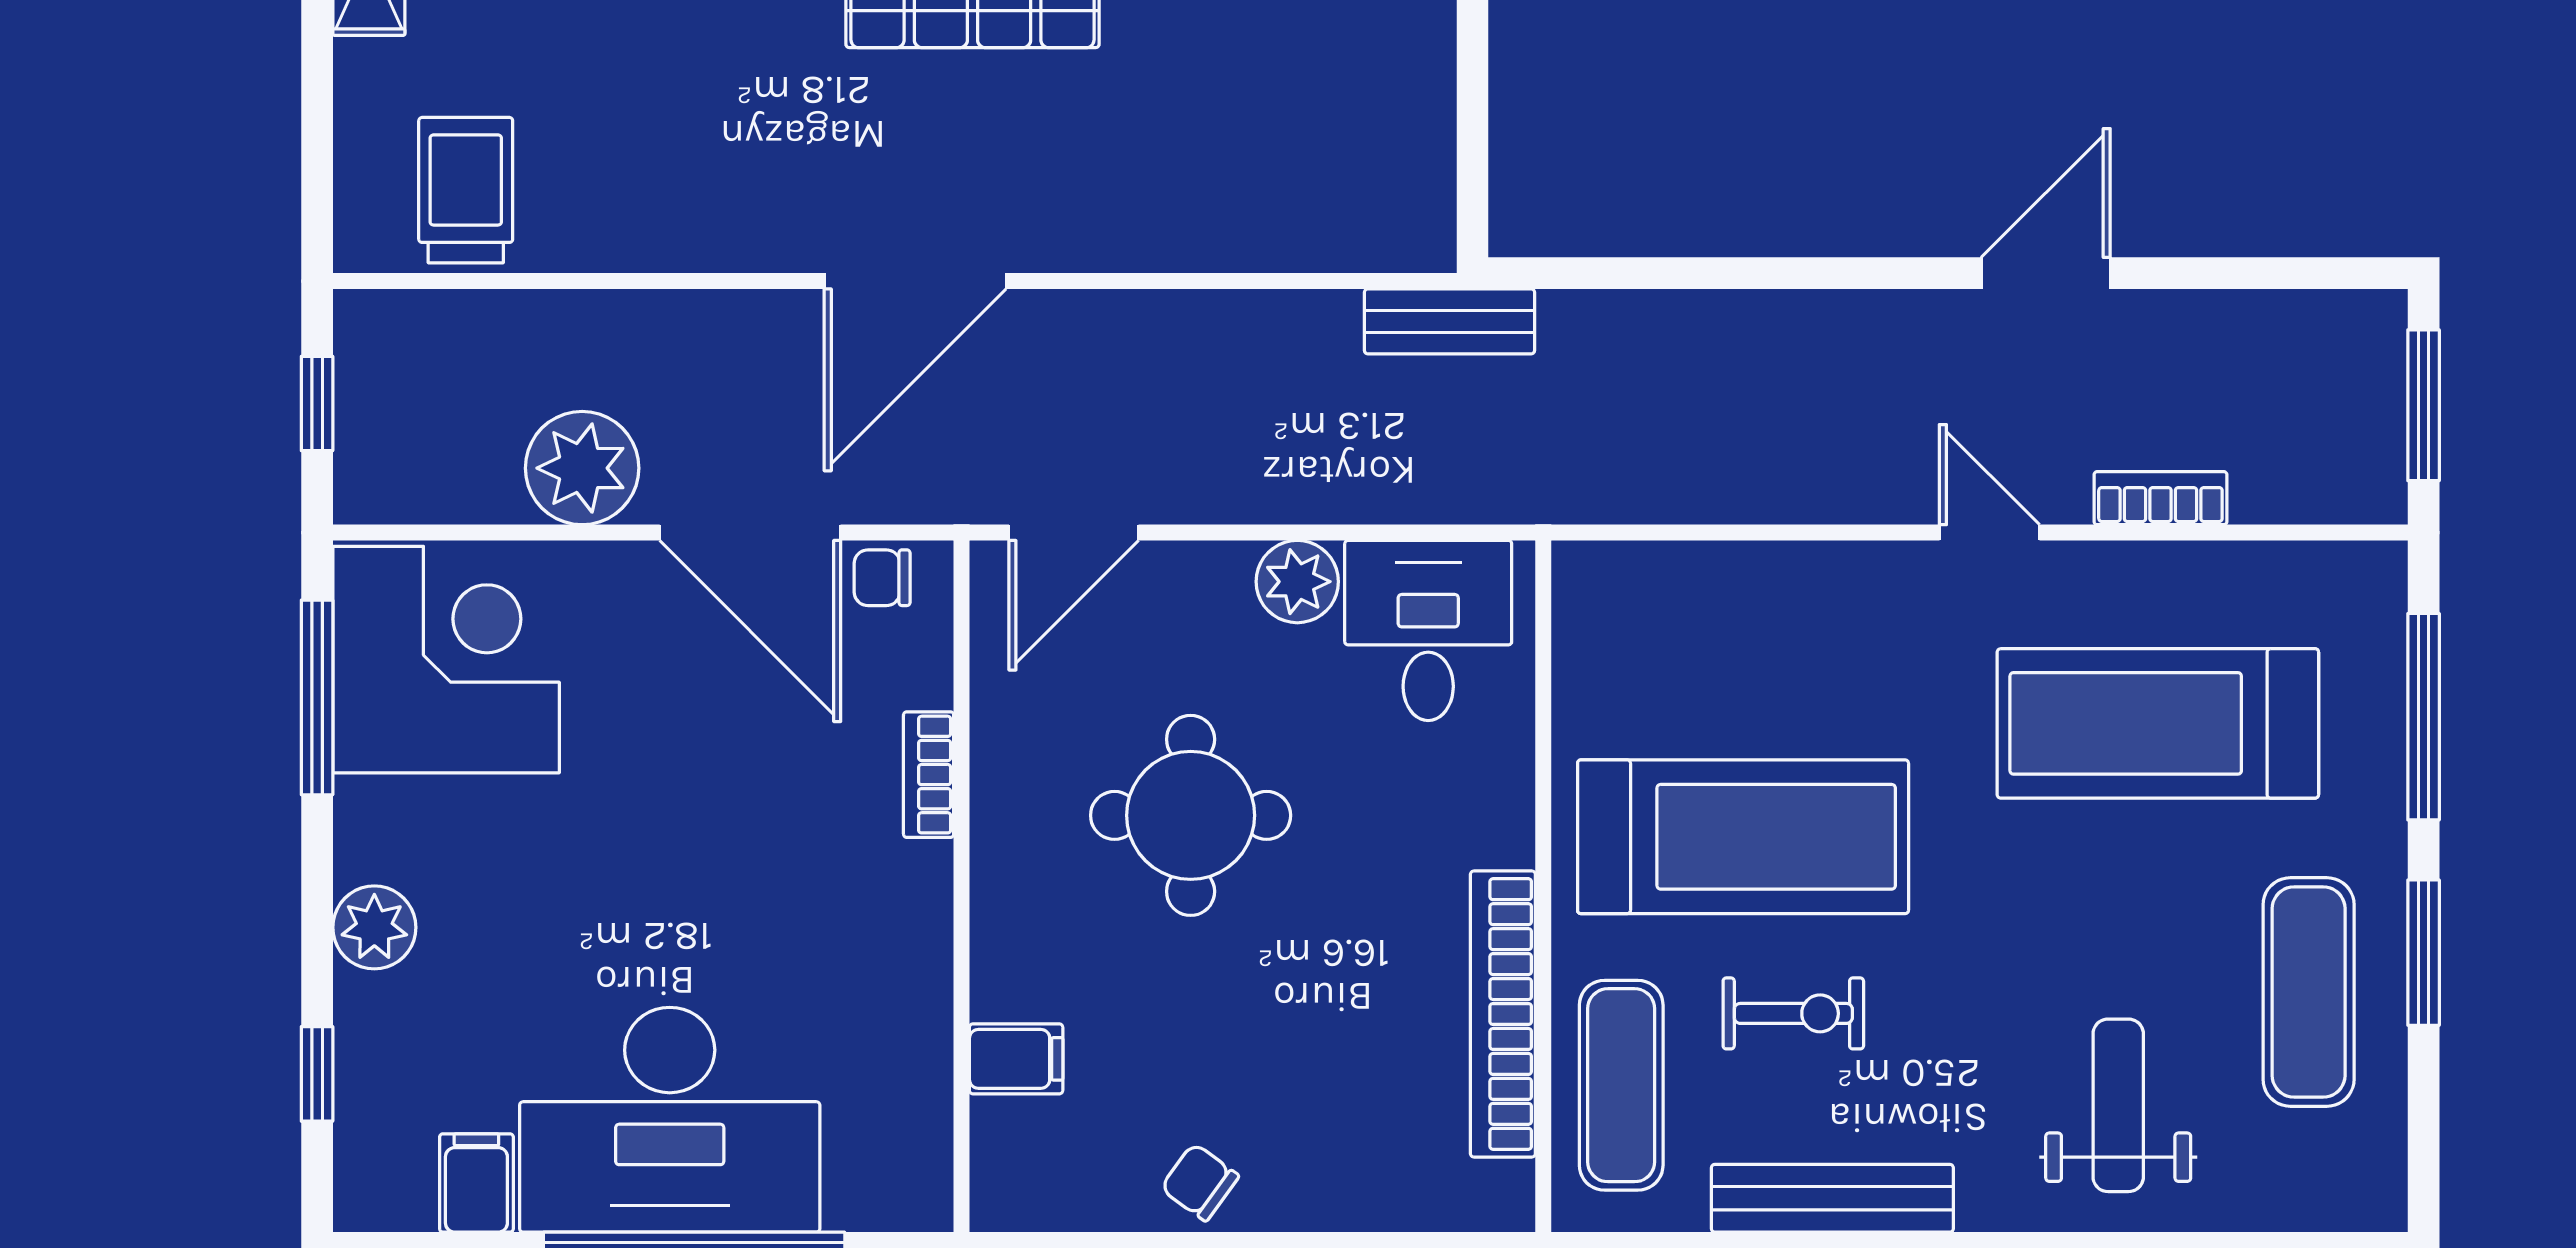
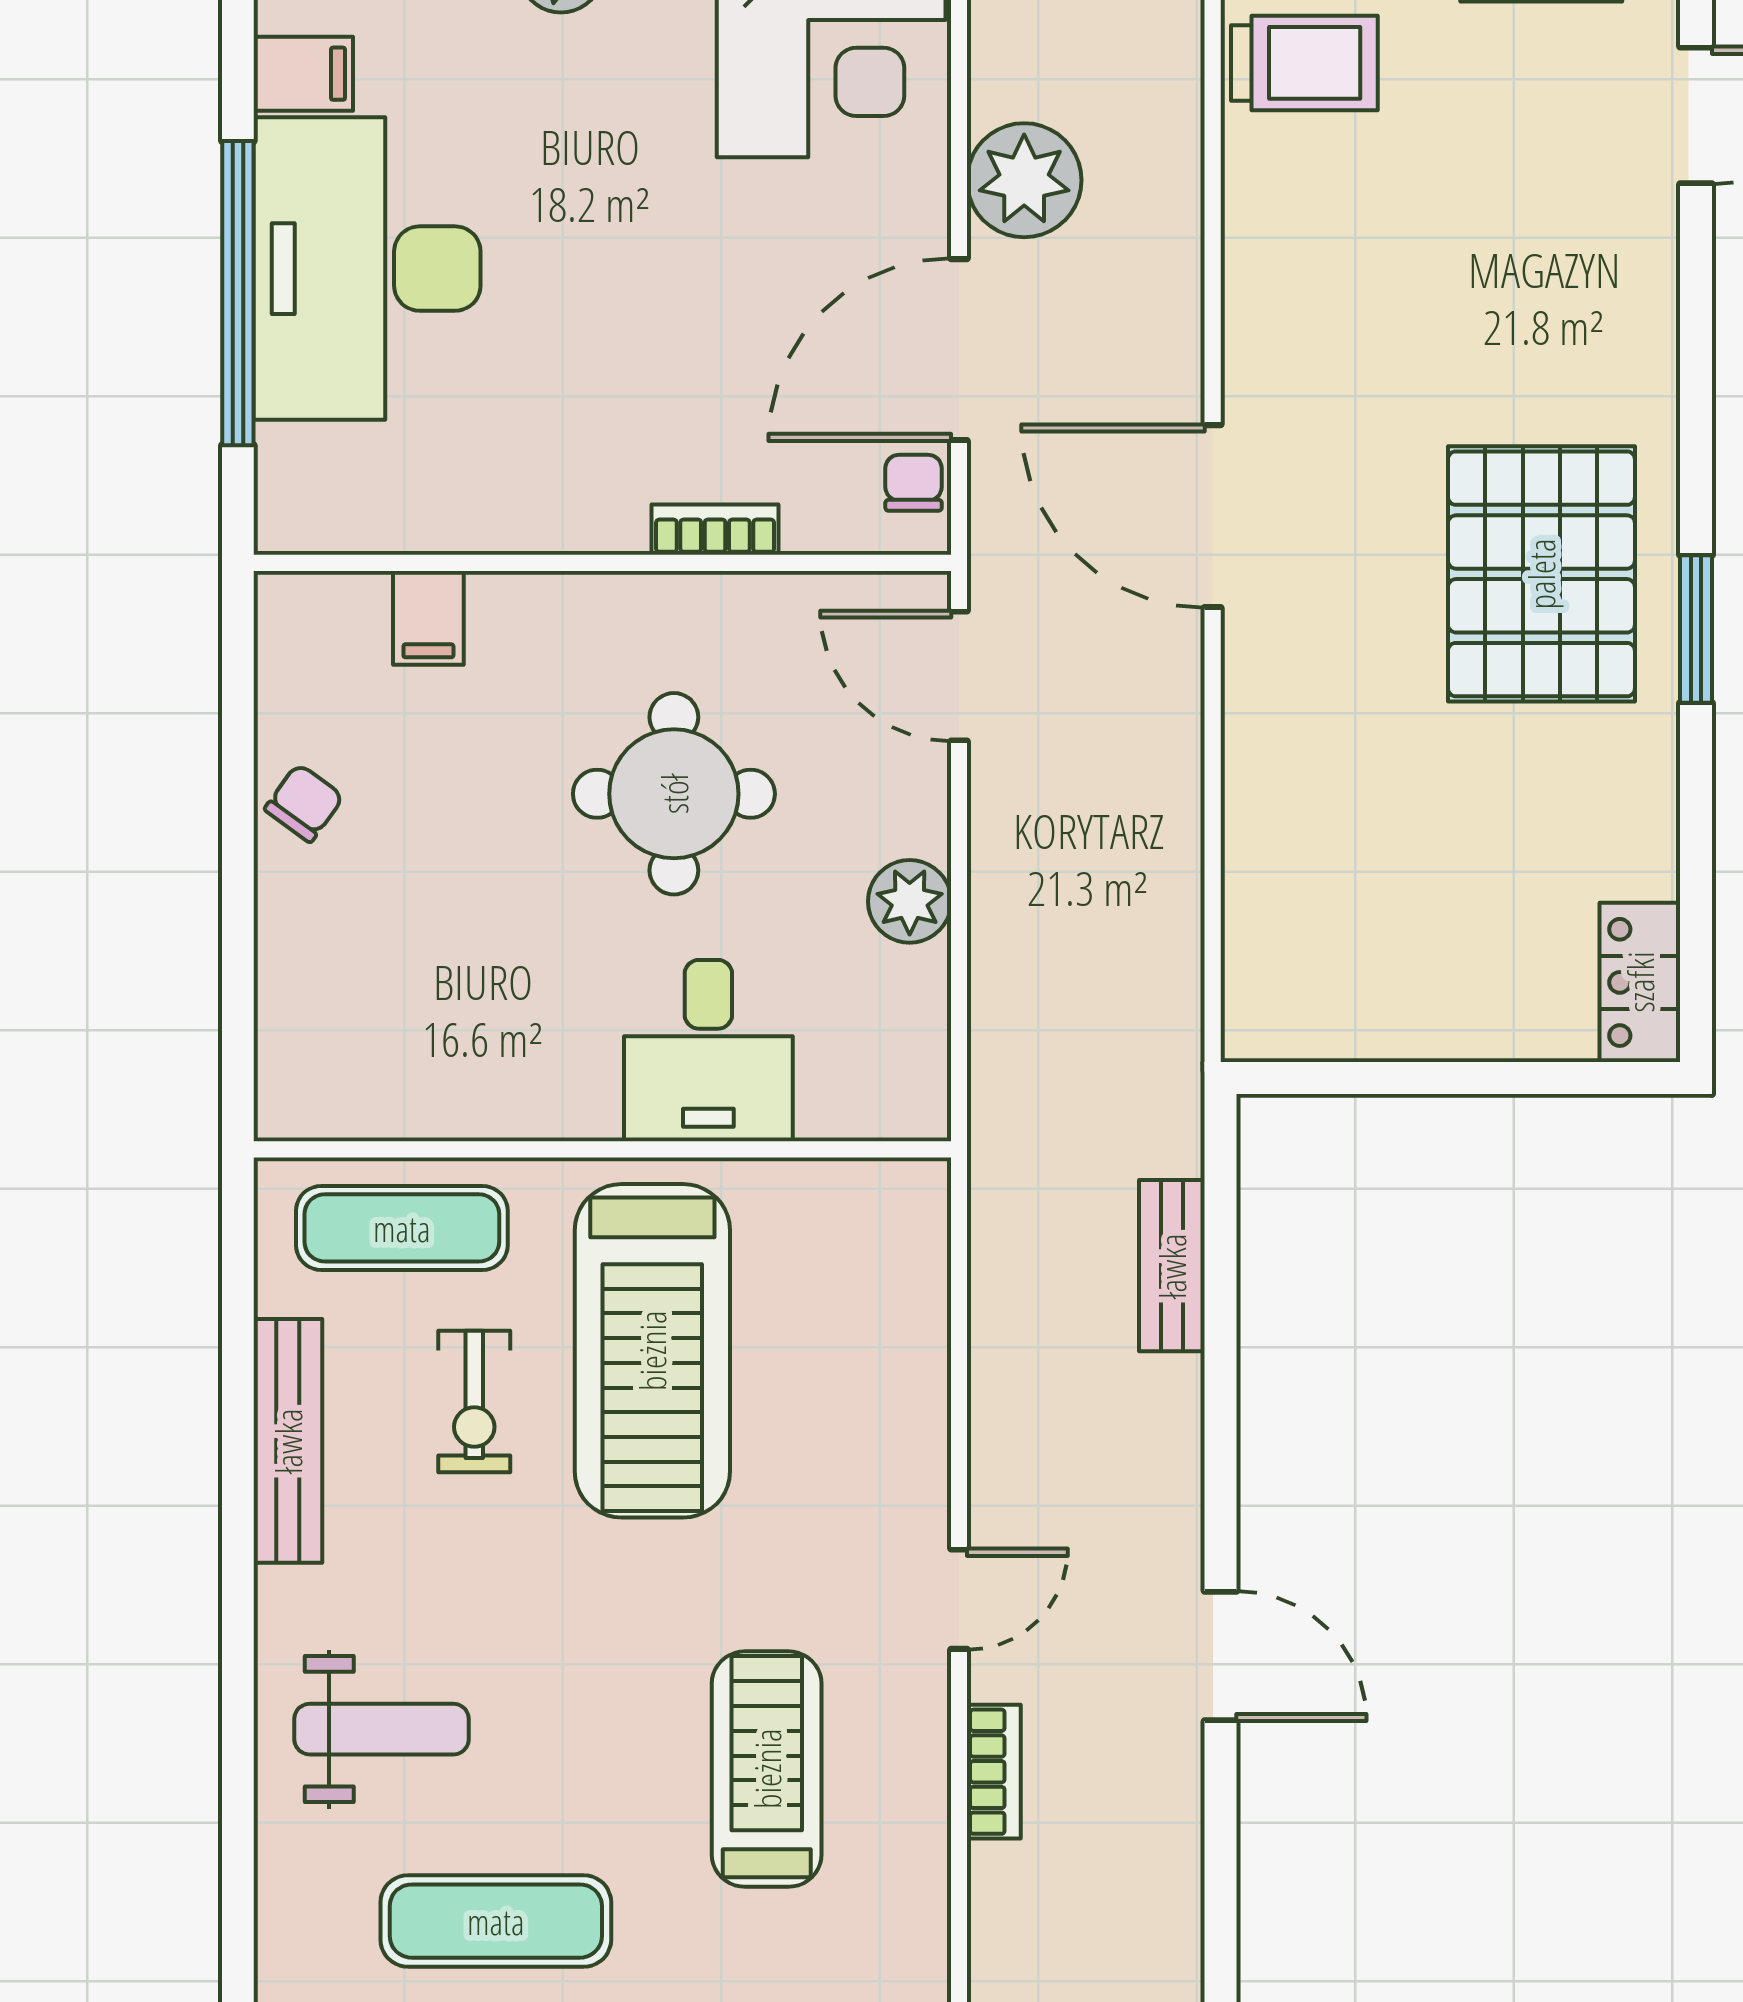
bench: (1450, 321) -> (1172, 1266), moved
desk: (1428, 630) -> (708, 1051), moved, turned 90
treadmill: (2158, 723) -> (767, 1769), width x0.73, depth x0.73
bookcase: (1503, 1014) -> (474, 1109), removed

